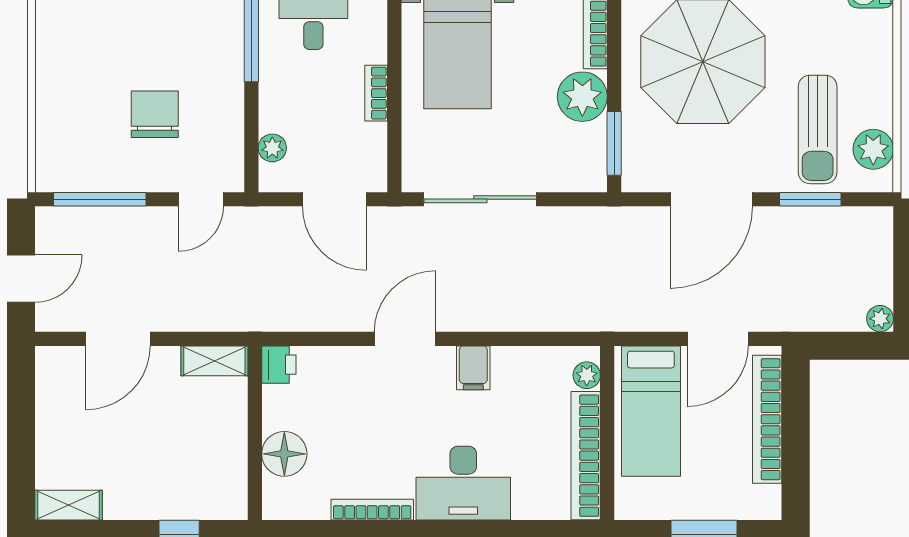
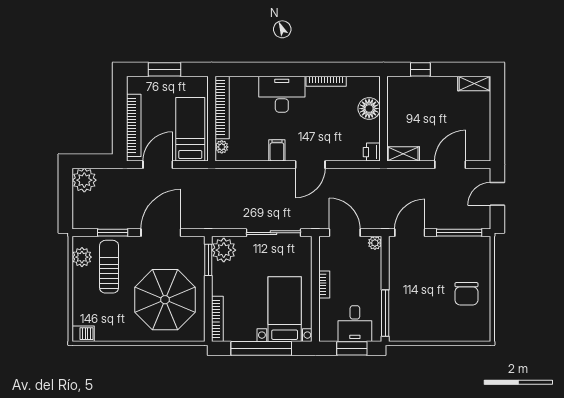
plant: (582, 97) -> (224, 250), moved
chair: (155, 114) -> (466, 294), moved
plant: (272, 148) -> (375, 243), moved
door: (201, 199) -> (410, 233), width x1.38
plant: (880, 319) -> (84, 180), width x1.88, depth x1.88

